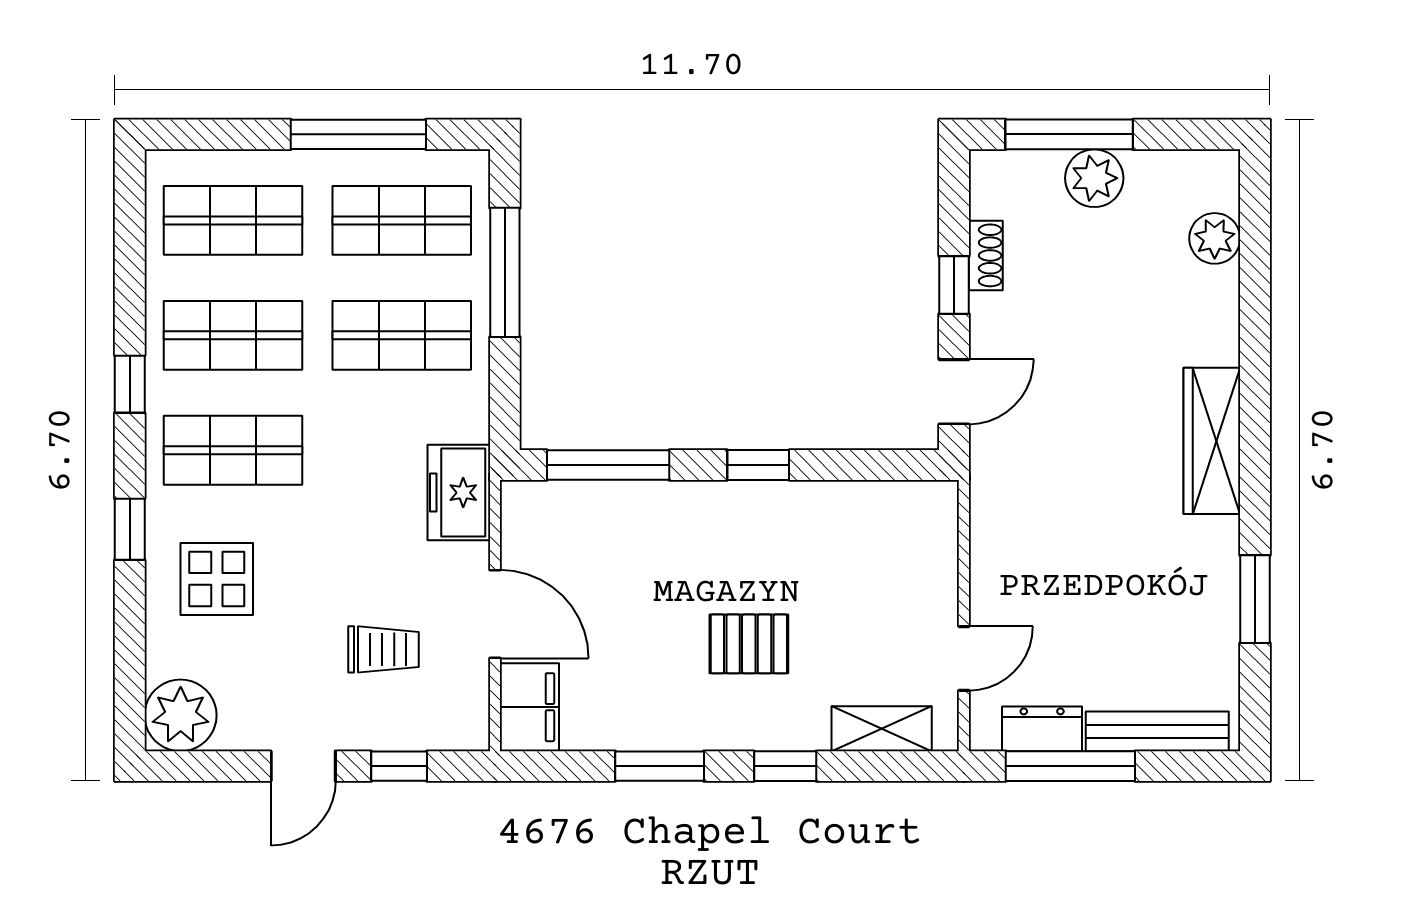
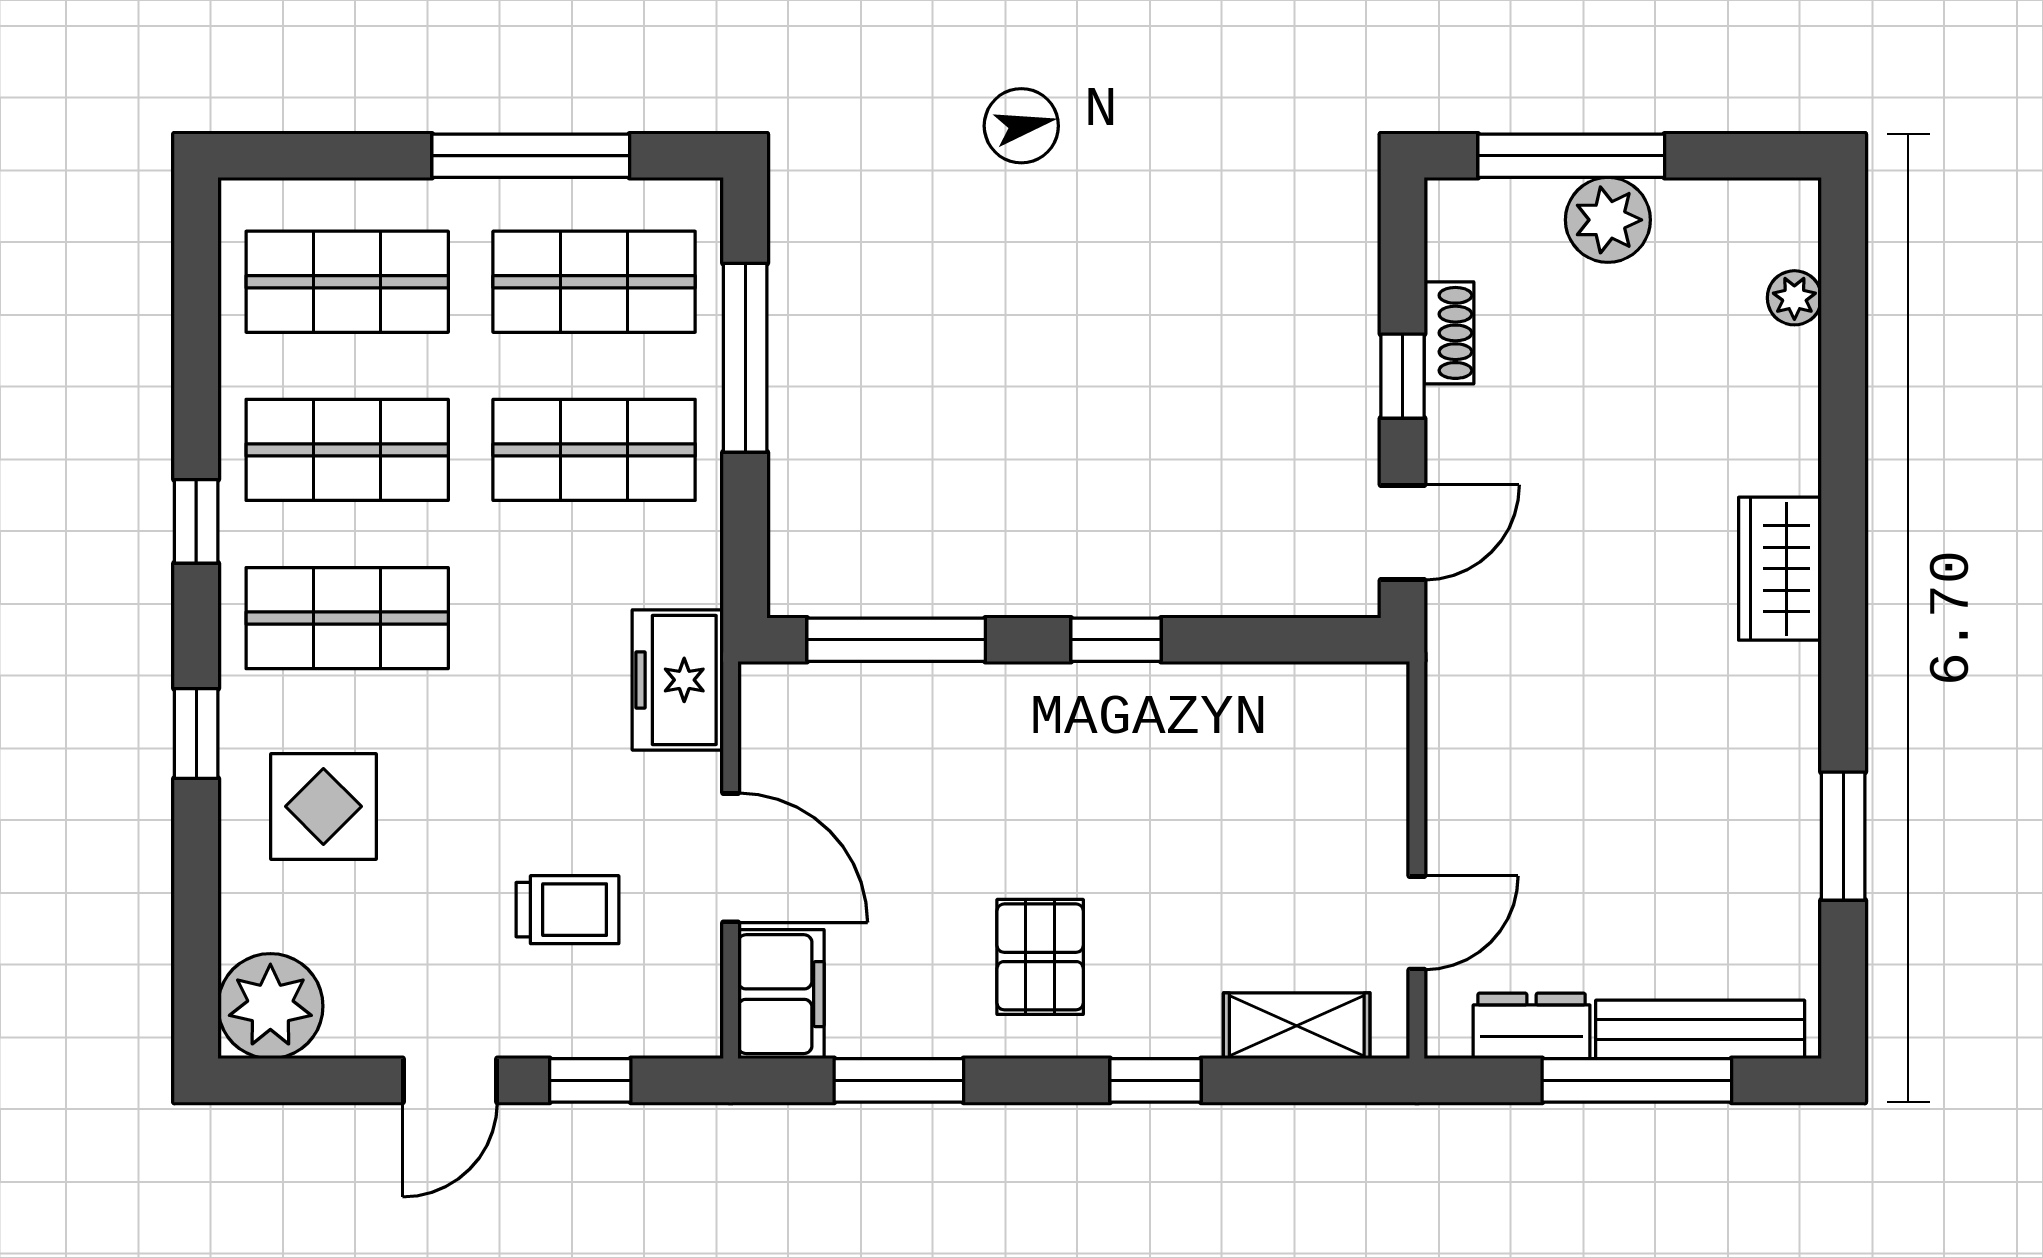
plant: (1215, 238) -> (1794, 298), width x0.73, depth x0.73
wardrobe: (1212, 441) -> (1780, 569), width x0.67
pallet: (749, 644) -> (1040, 957), moved, turned 90
window: (660, 766) -> (899, 1080), moved
window: (1070, 766) -> (1637, 1080), moved

